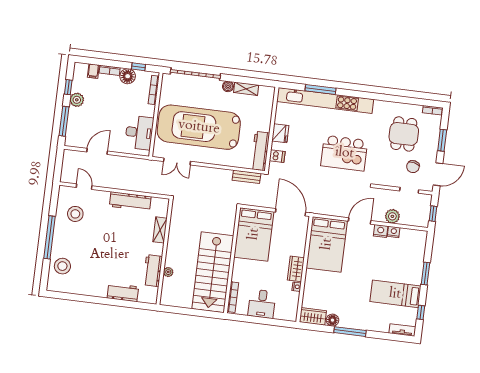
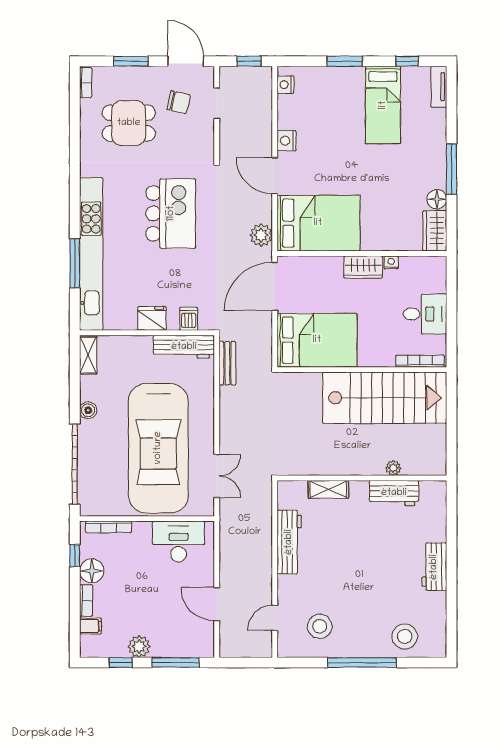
shelving: (246, 89) -> (88, 355), moved
plant: (392, 216) -> (261, 235), moved
nightstand: (394, 232) -> (285, 85), moved
workbench: (123, 292) -> (434, 567), moved

